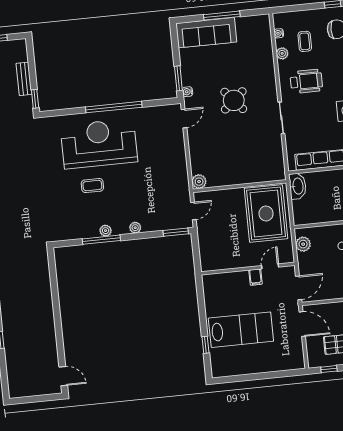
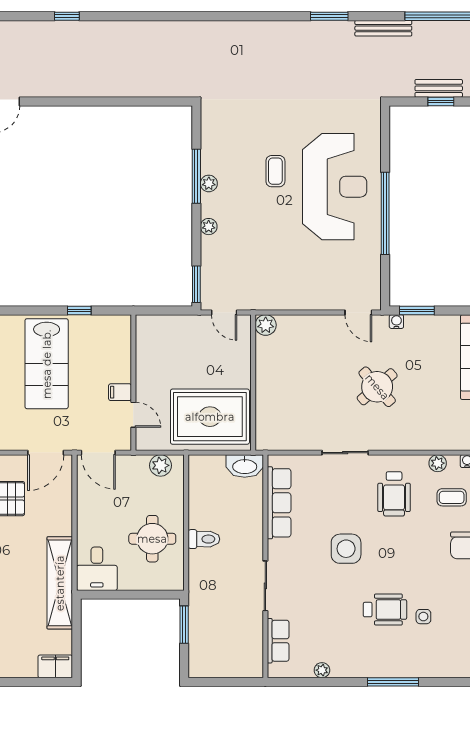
window: (35, 99) -> (441, 101), moved
window: (206, 345) -> (79, 310), moved

